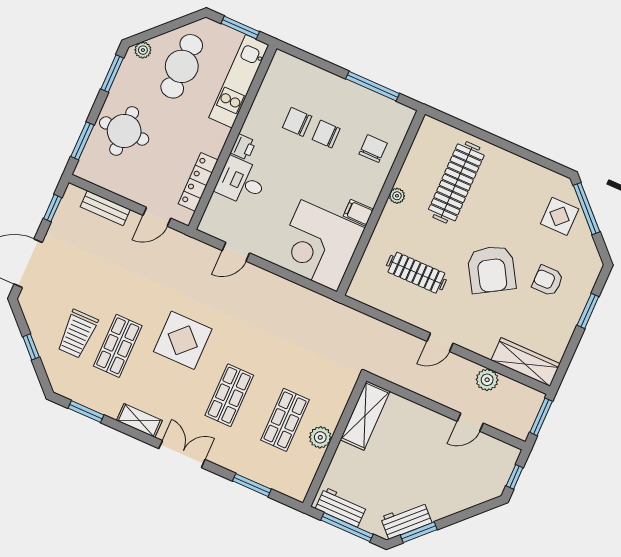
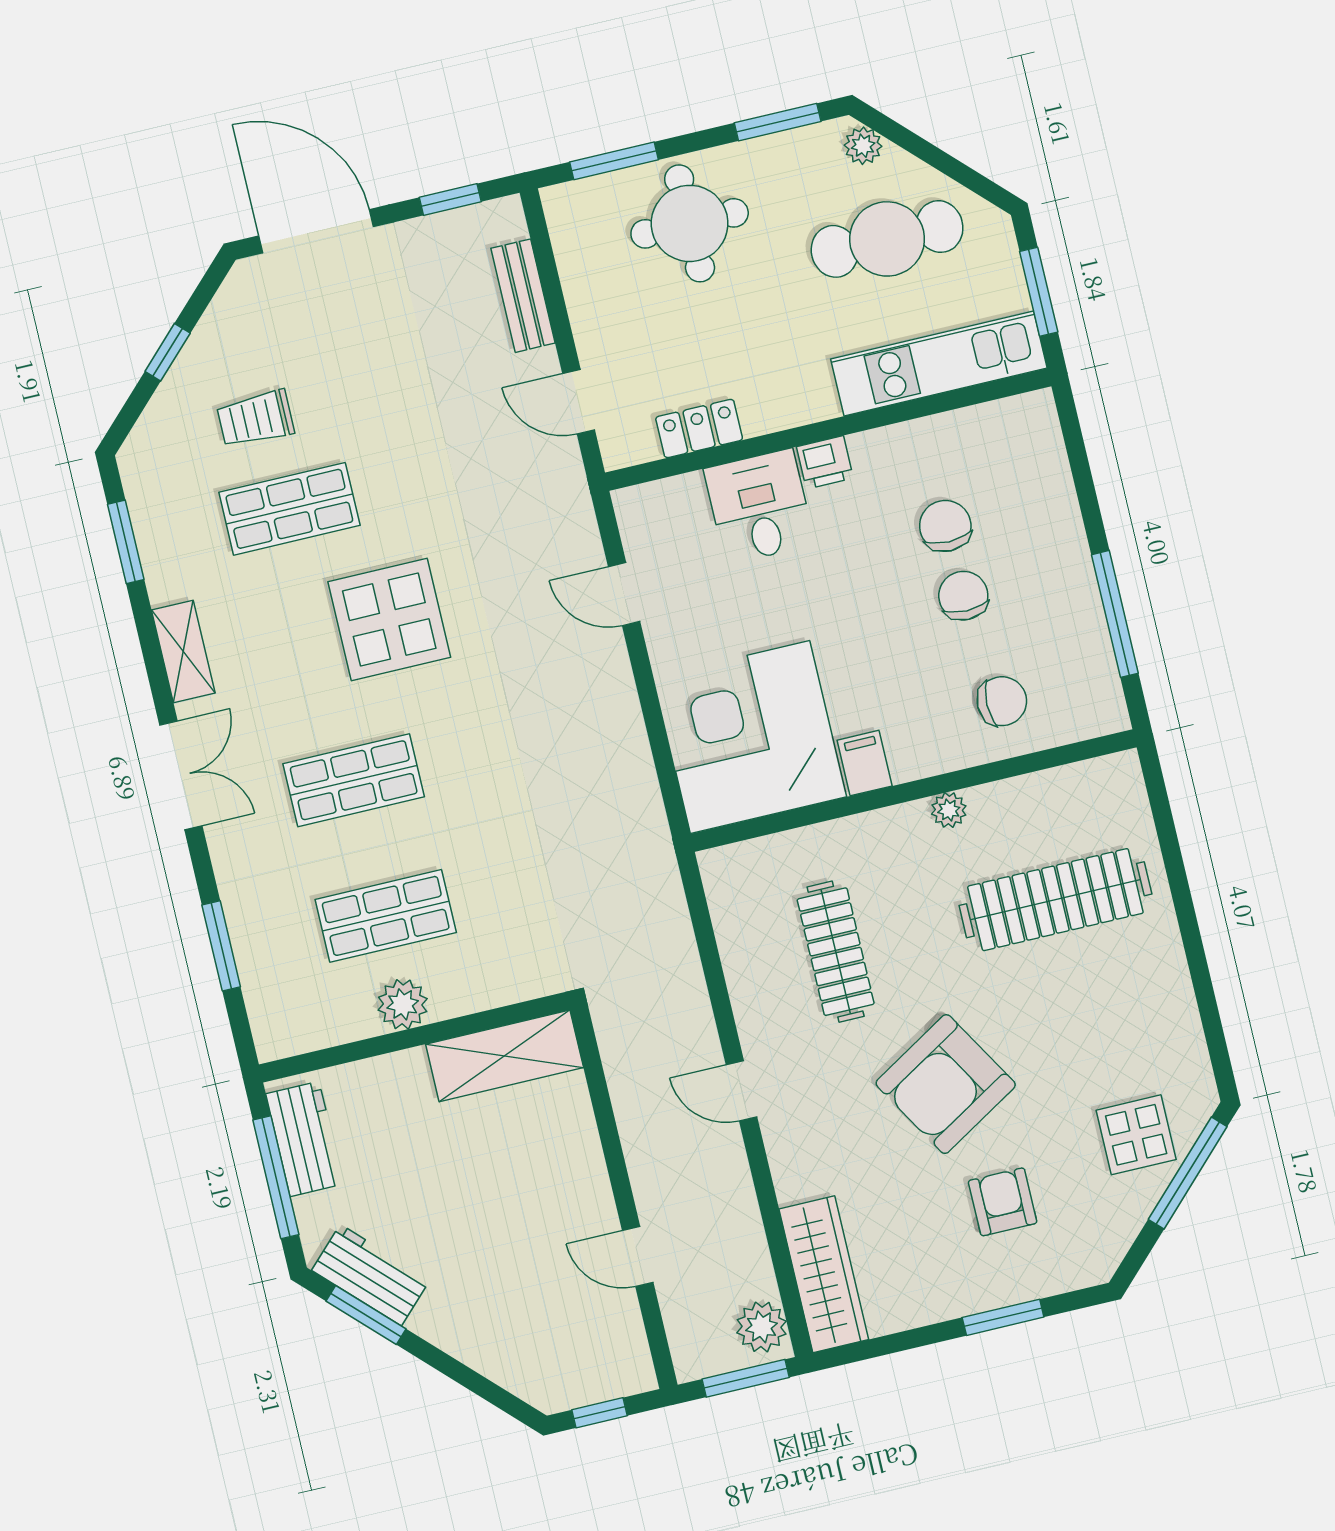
locker: (198, 182) -> (699, 429), width x0.66
trolley: (77, 334) -> (256, 419), width x0.73, depth x0.72
plant: (487, 380) -> (762, 1327), moved

